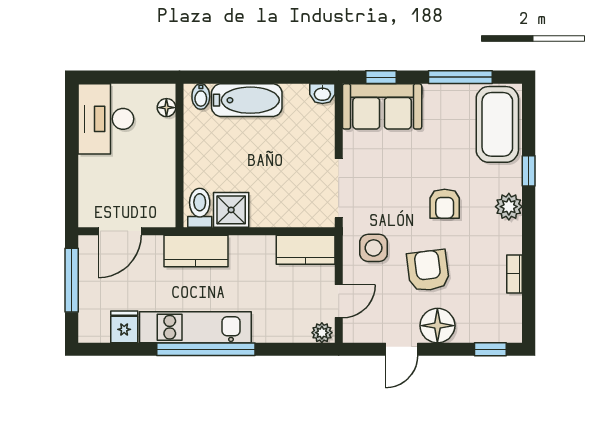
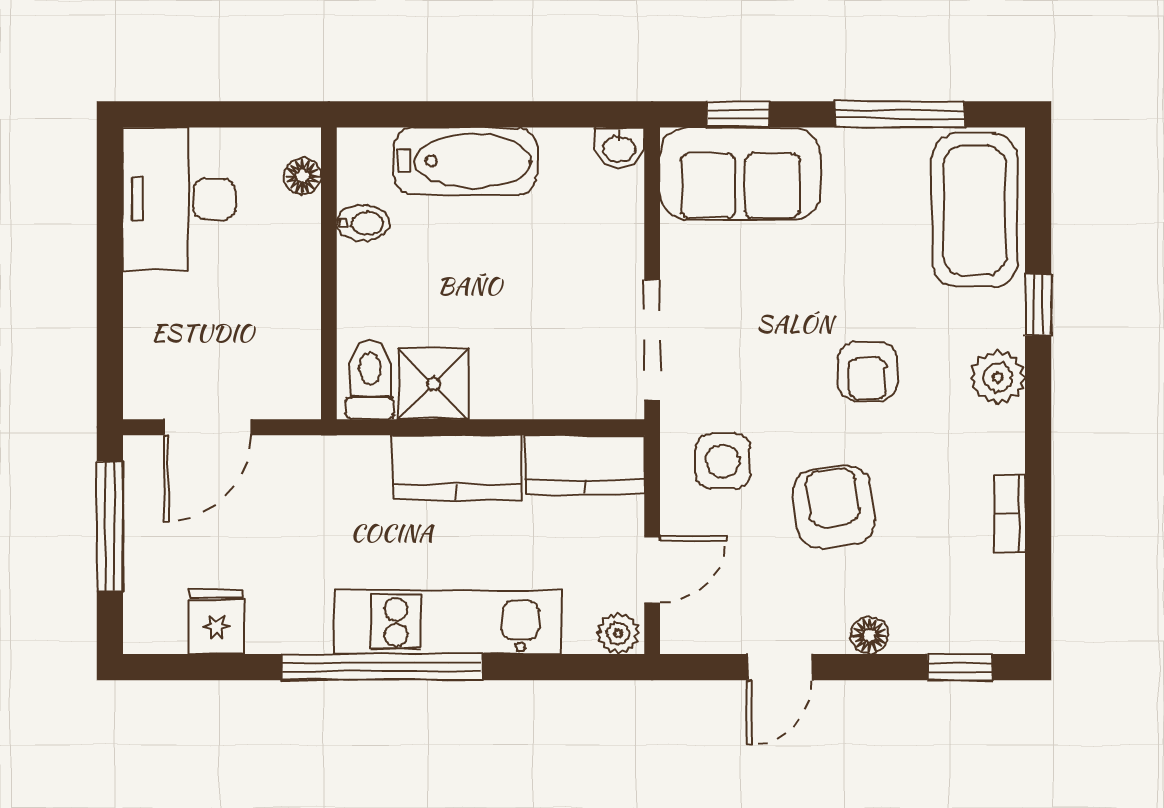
bidet: (201, 96) -> (363, 223), moved, turned -90
kitchen counter: (196, 251) -> (457, 467), moved
floor lamp: (437, 326) -> (869, 635), width x0.53, depth x0.53
kitchen unit: (195, 327) -> (448, 622), moved

